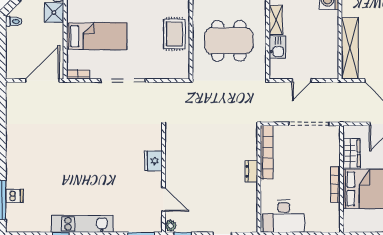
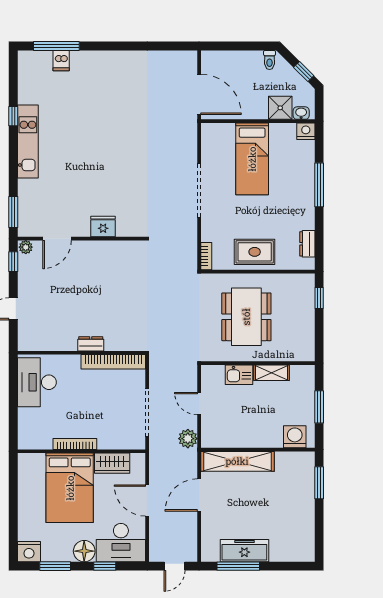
bookcase: (78, 74) -> (206, 256), moved
plant: (331, 90) -> (188, 439), added

